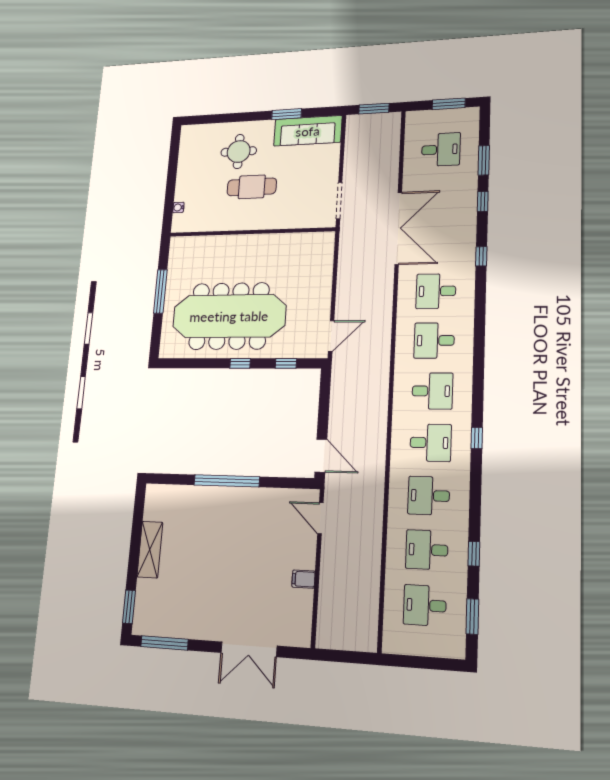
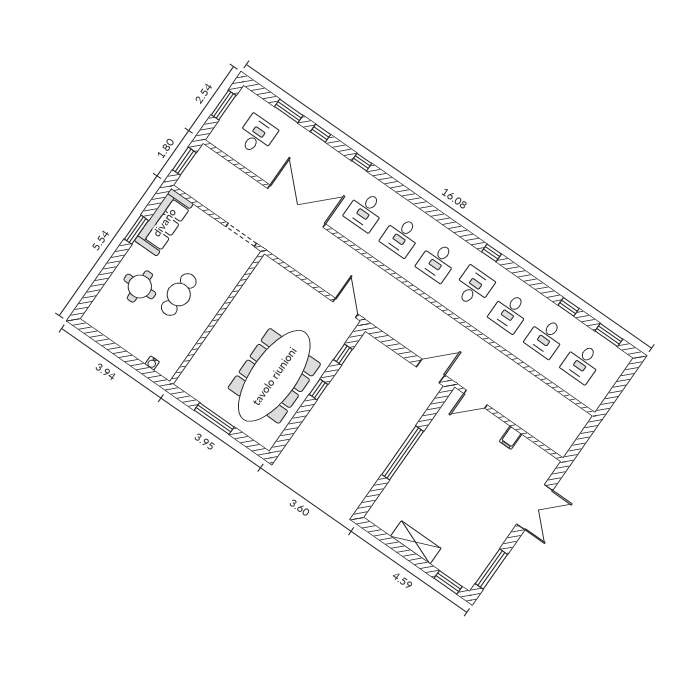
desk: (432, 391) -> (437, 262), turned 180

